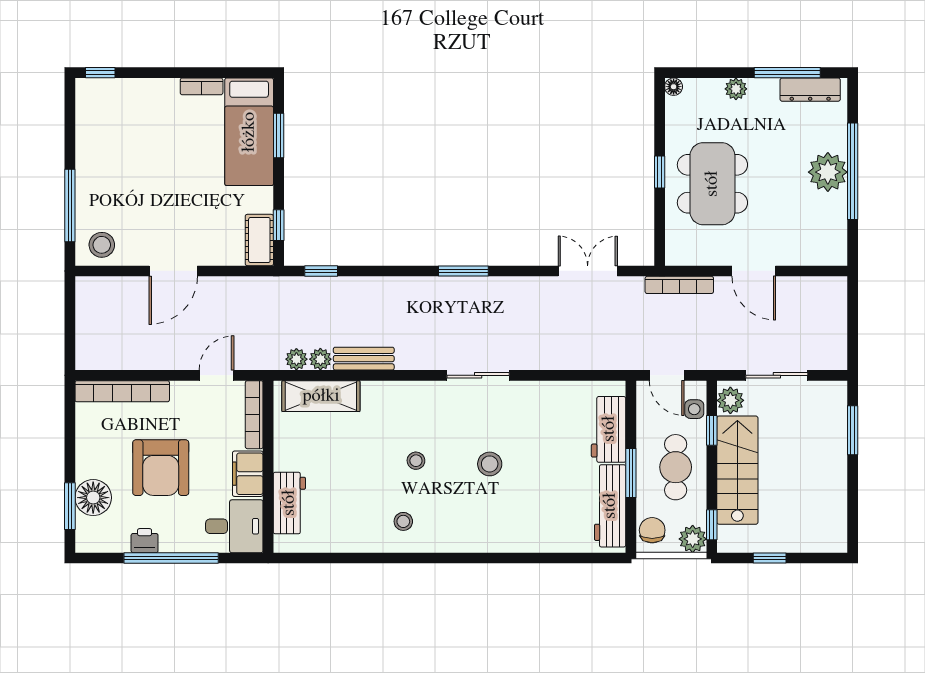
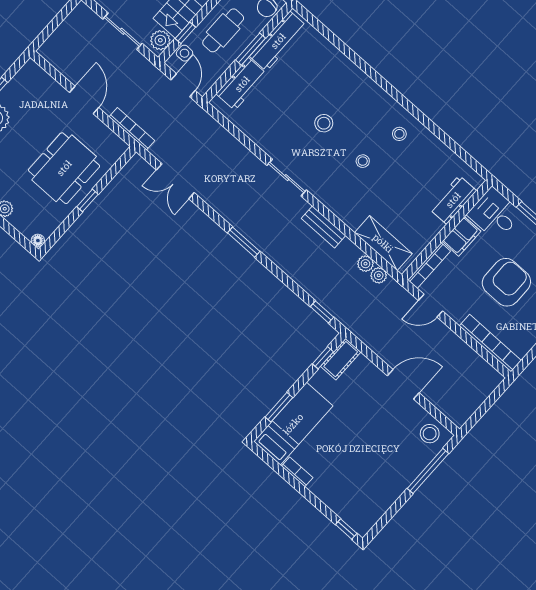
bench: (364, 359) -> (324, 227), moved

